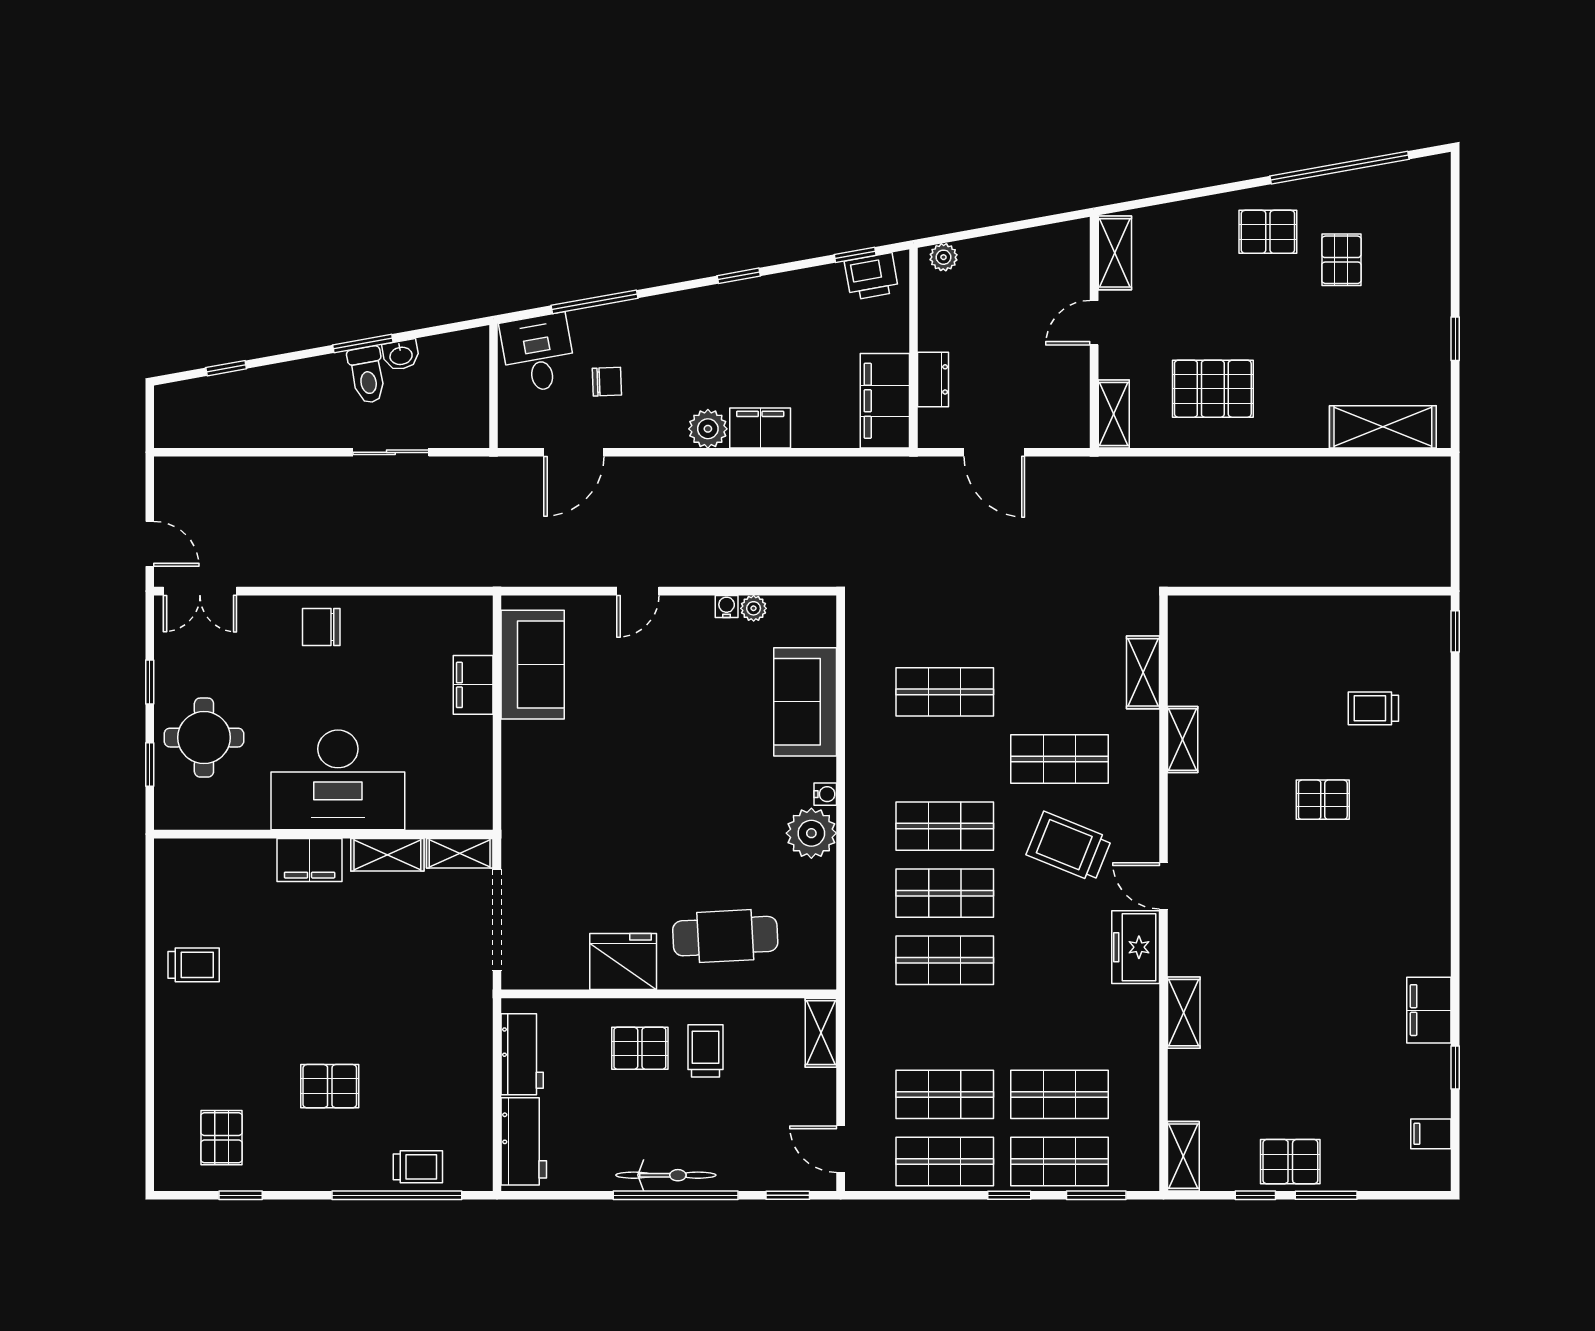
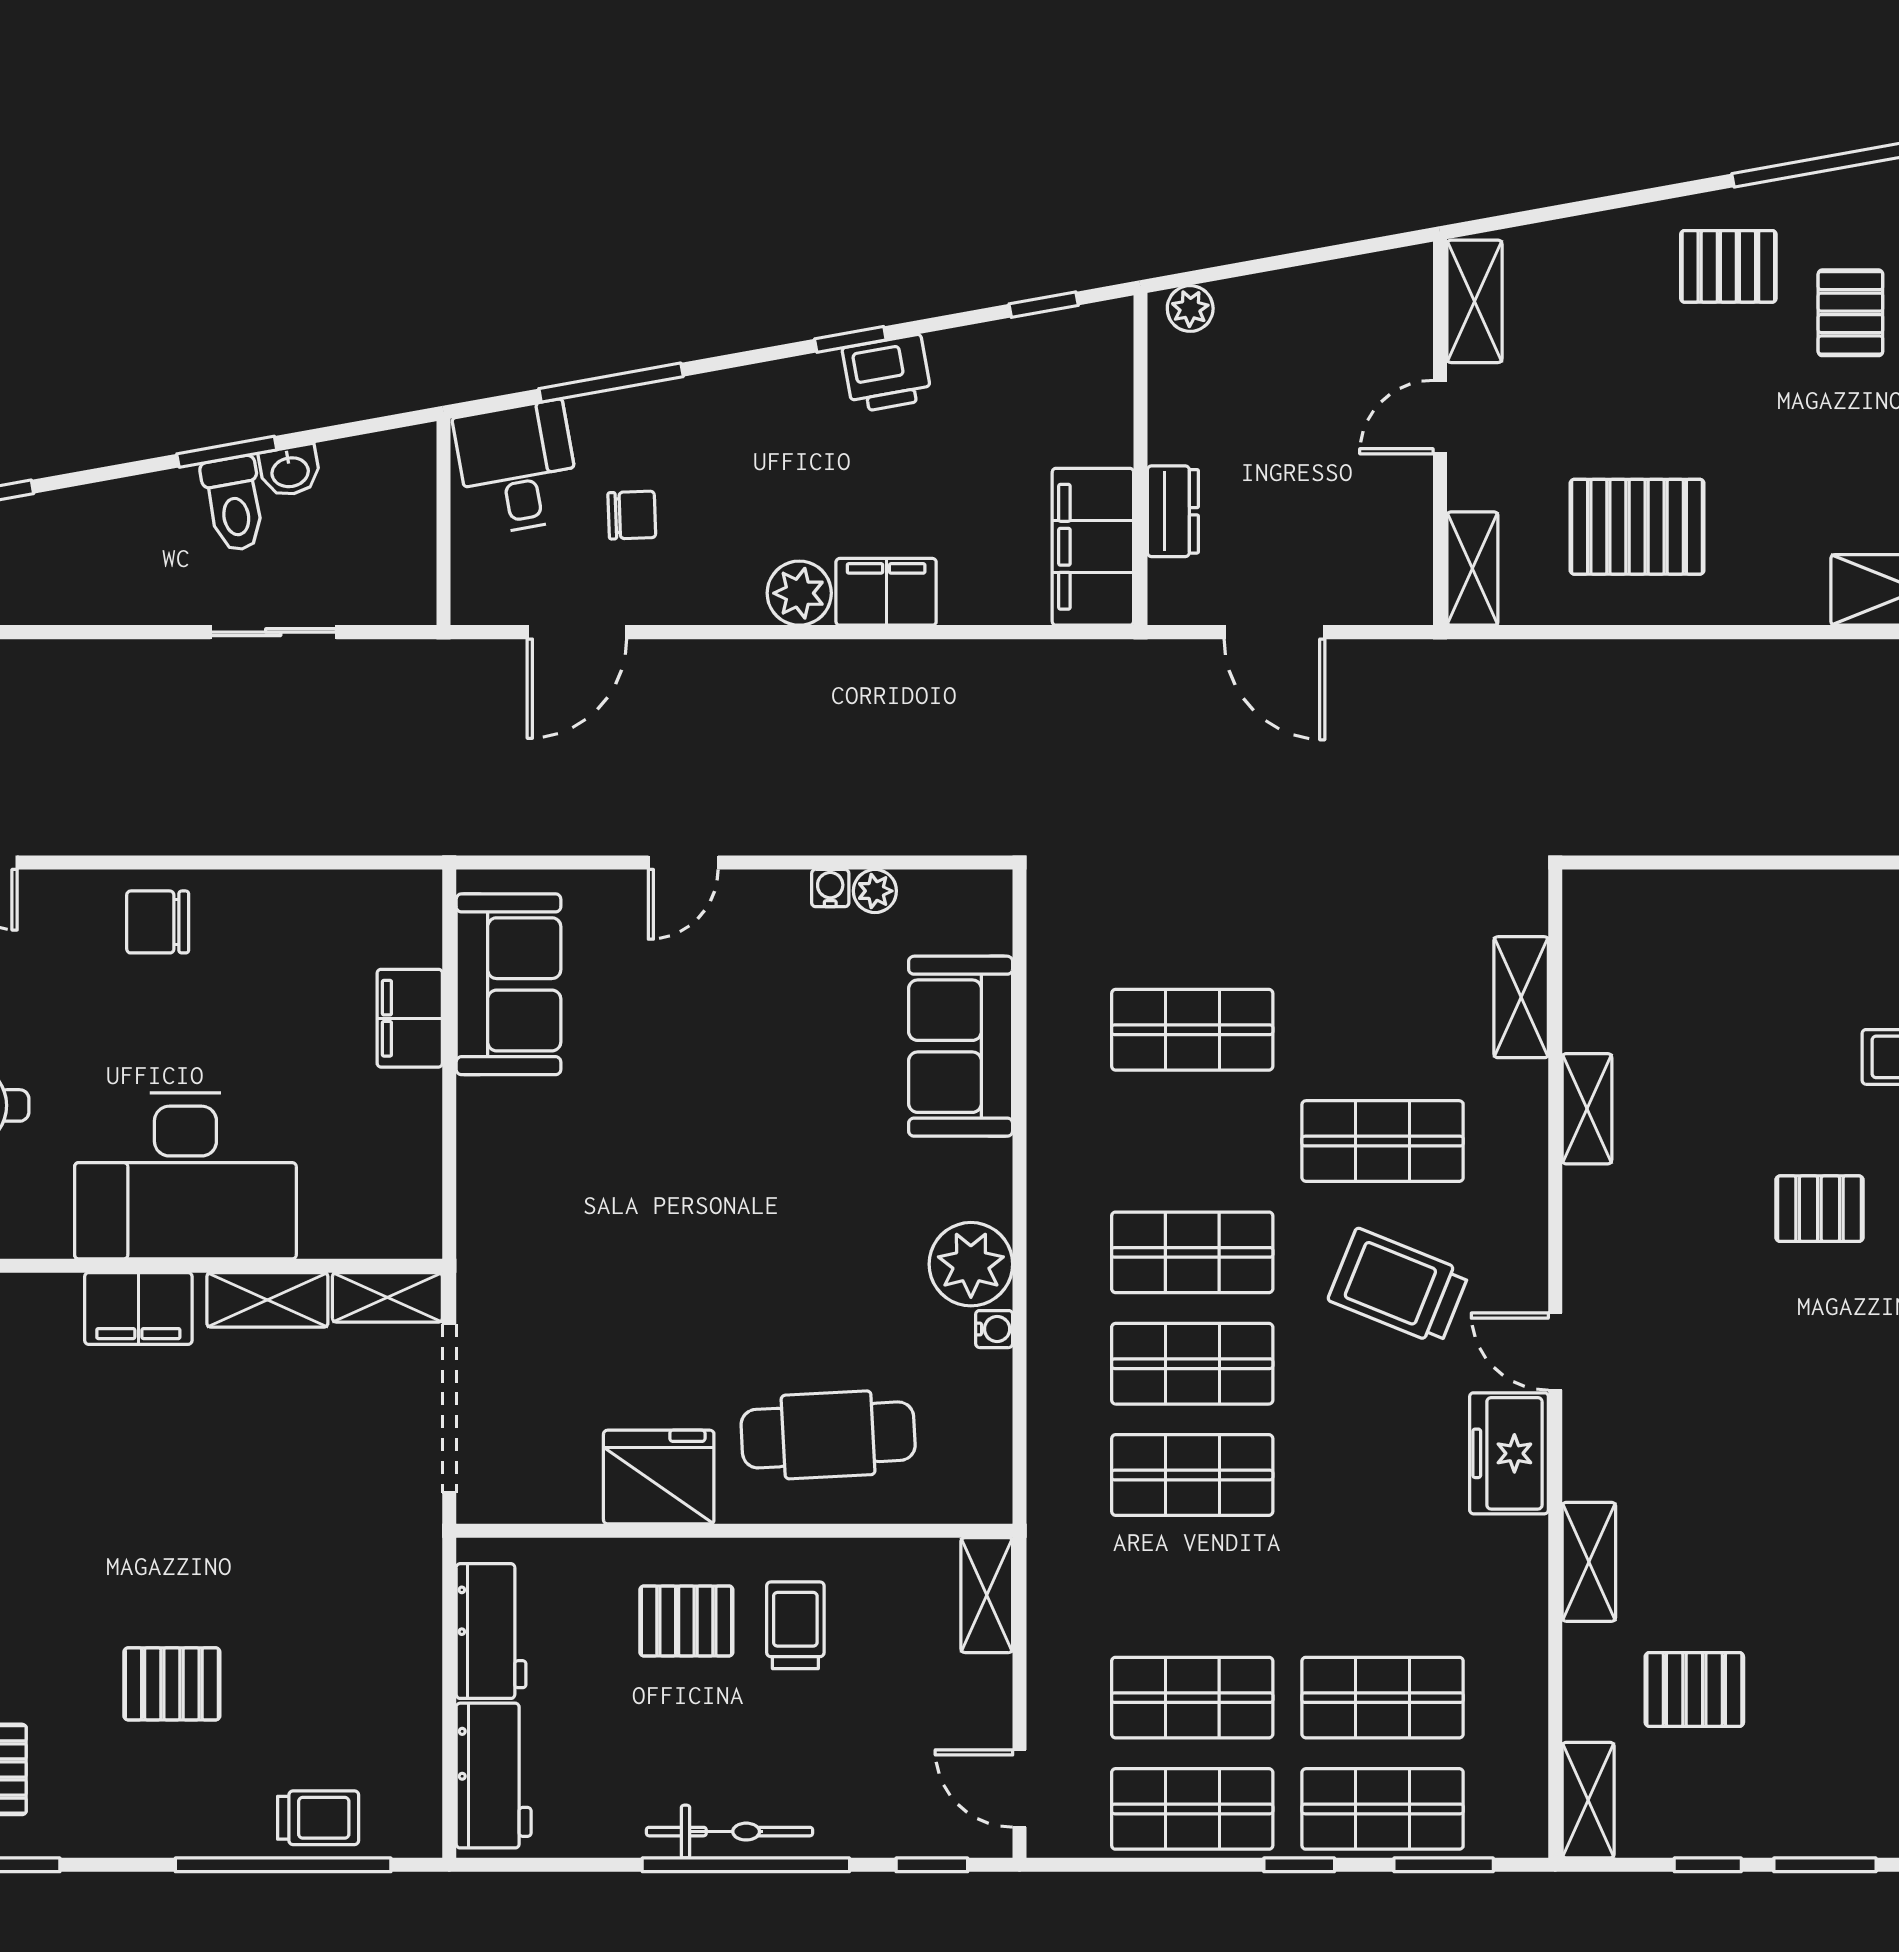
printer: (872, 276) -> (887, 374), moved
water cooler: (825, 794) -> (994, 1329), moved
pallet: (1290, 1162) -> (1694, 1689), moved

